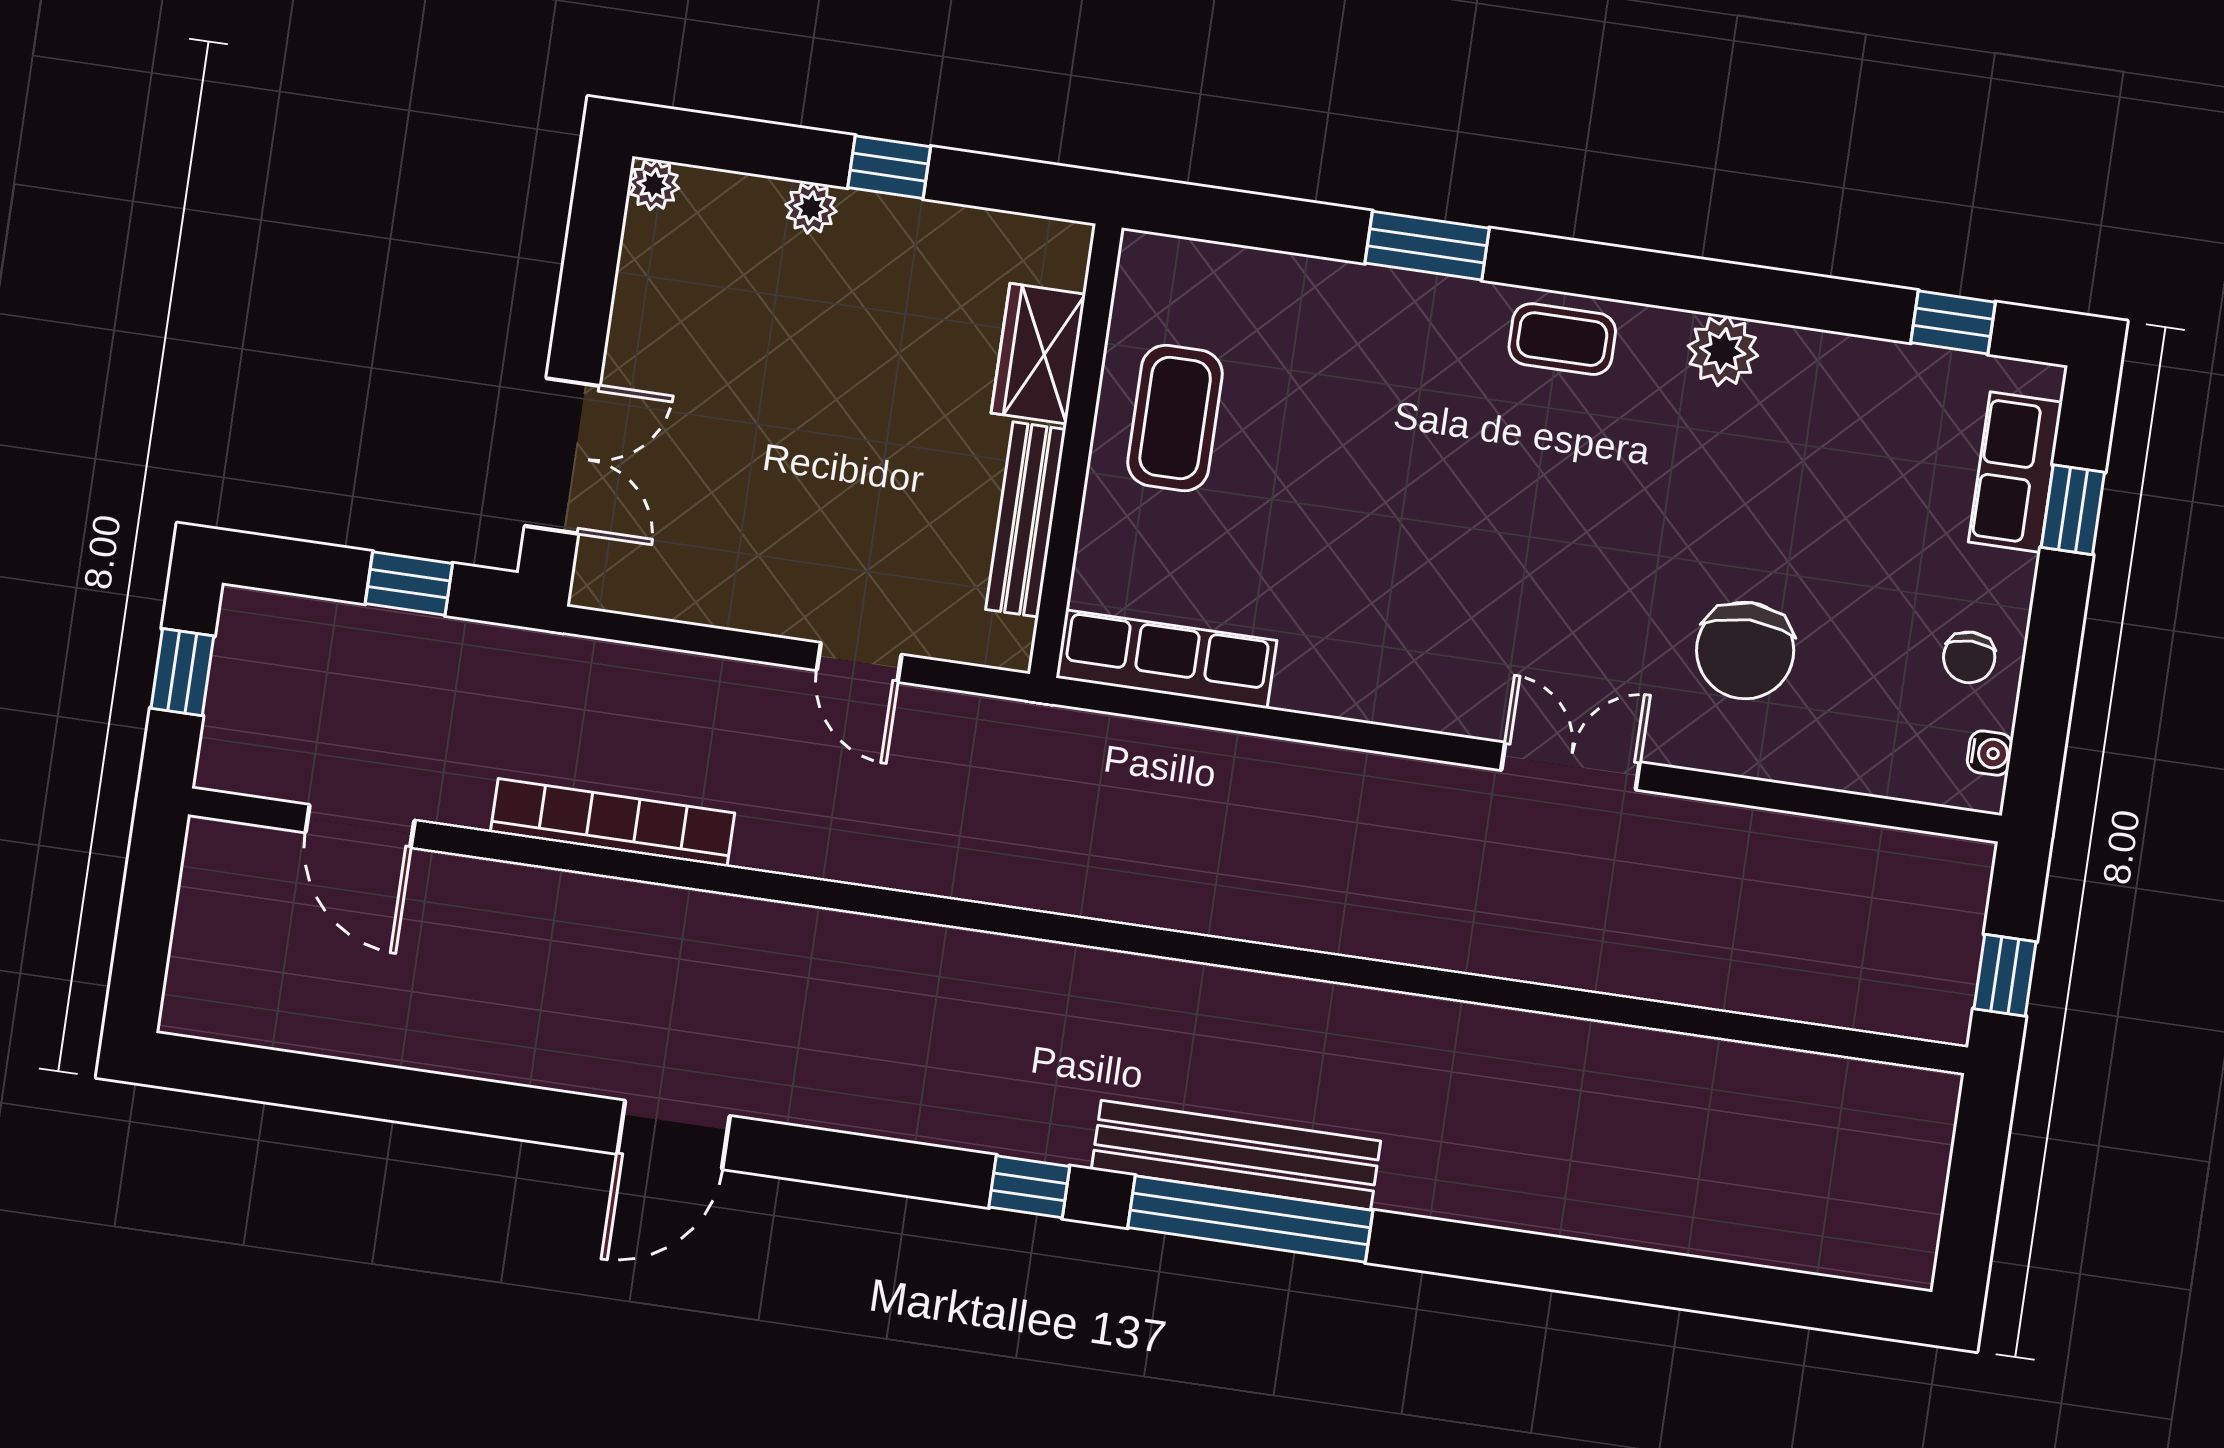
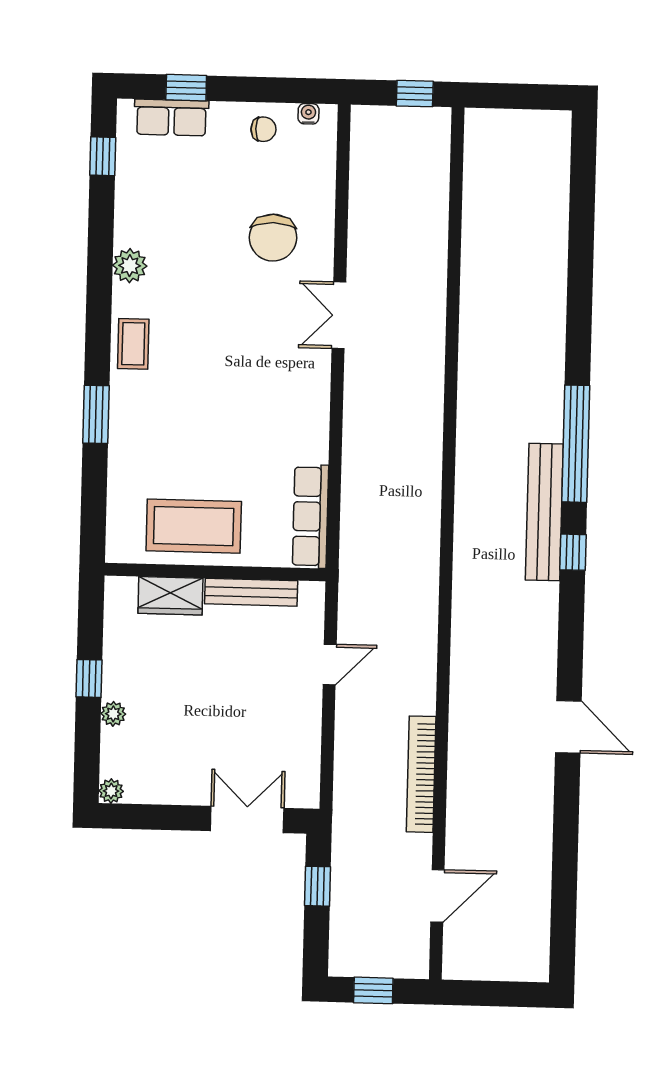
coffee table: (1175, 418) -> (194, 526), width x1.36, depth x1.32
chair: (1745, 650) -> (273, 238), turned 90
bench: (1236, 1155) -> (544, 512), moved

